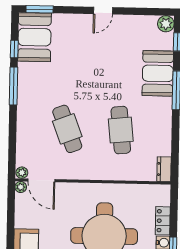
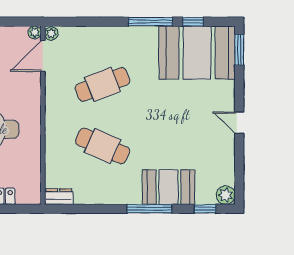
booth: (34, 37) -> (197, 53), width x1.36, depth x1.42
cafe table: (121, 130) -> (103, 146), turned 30

